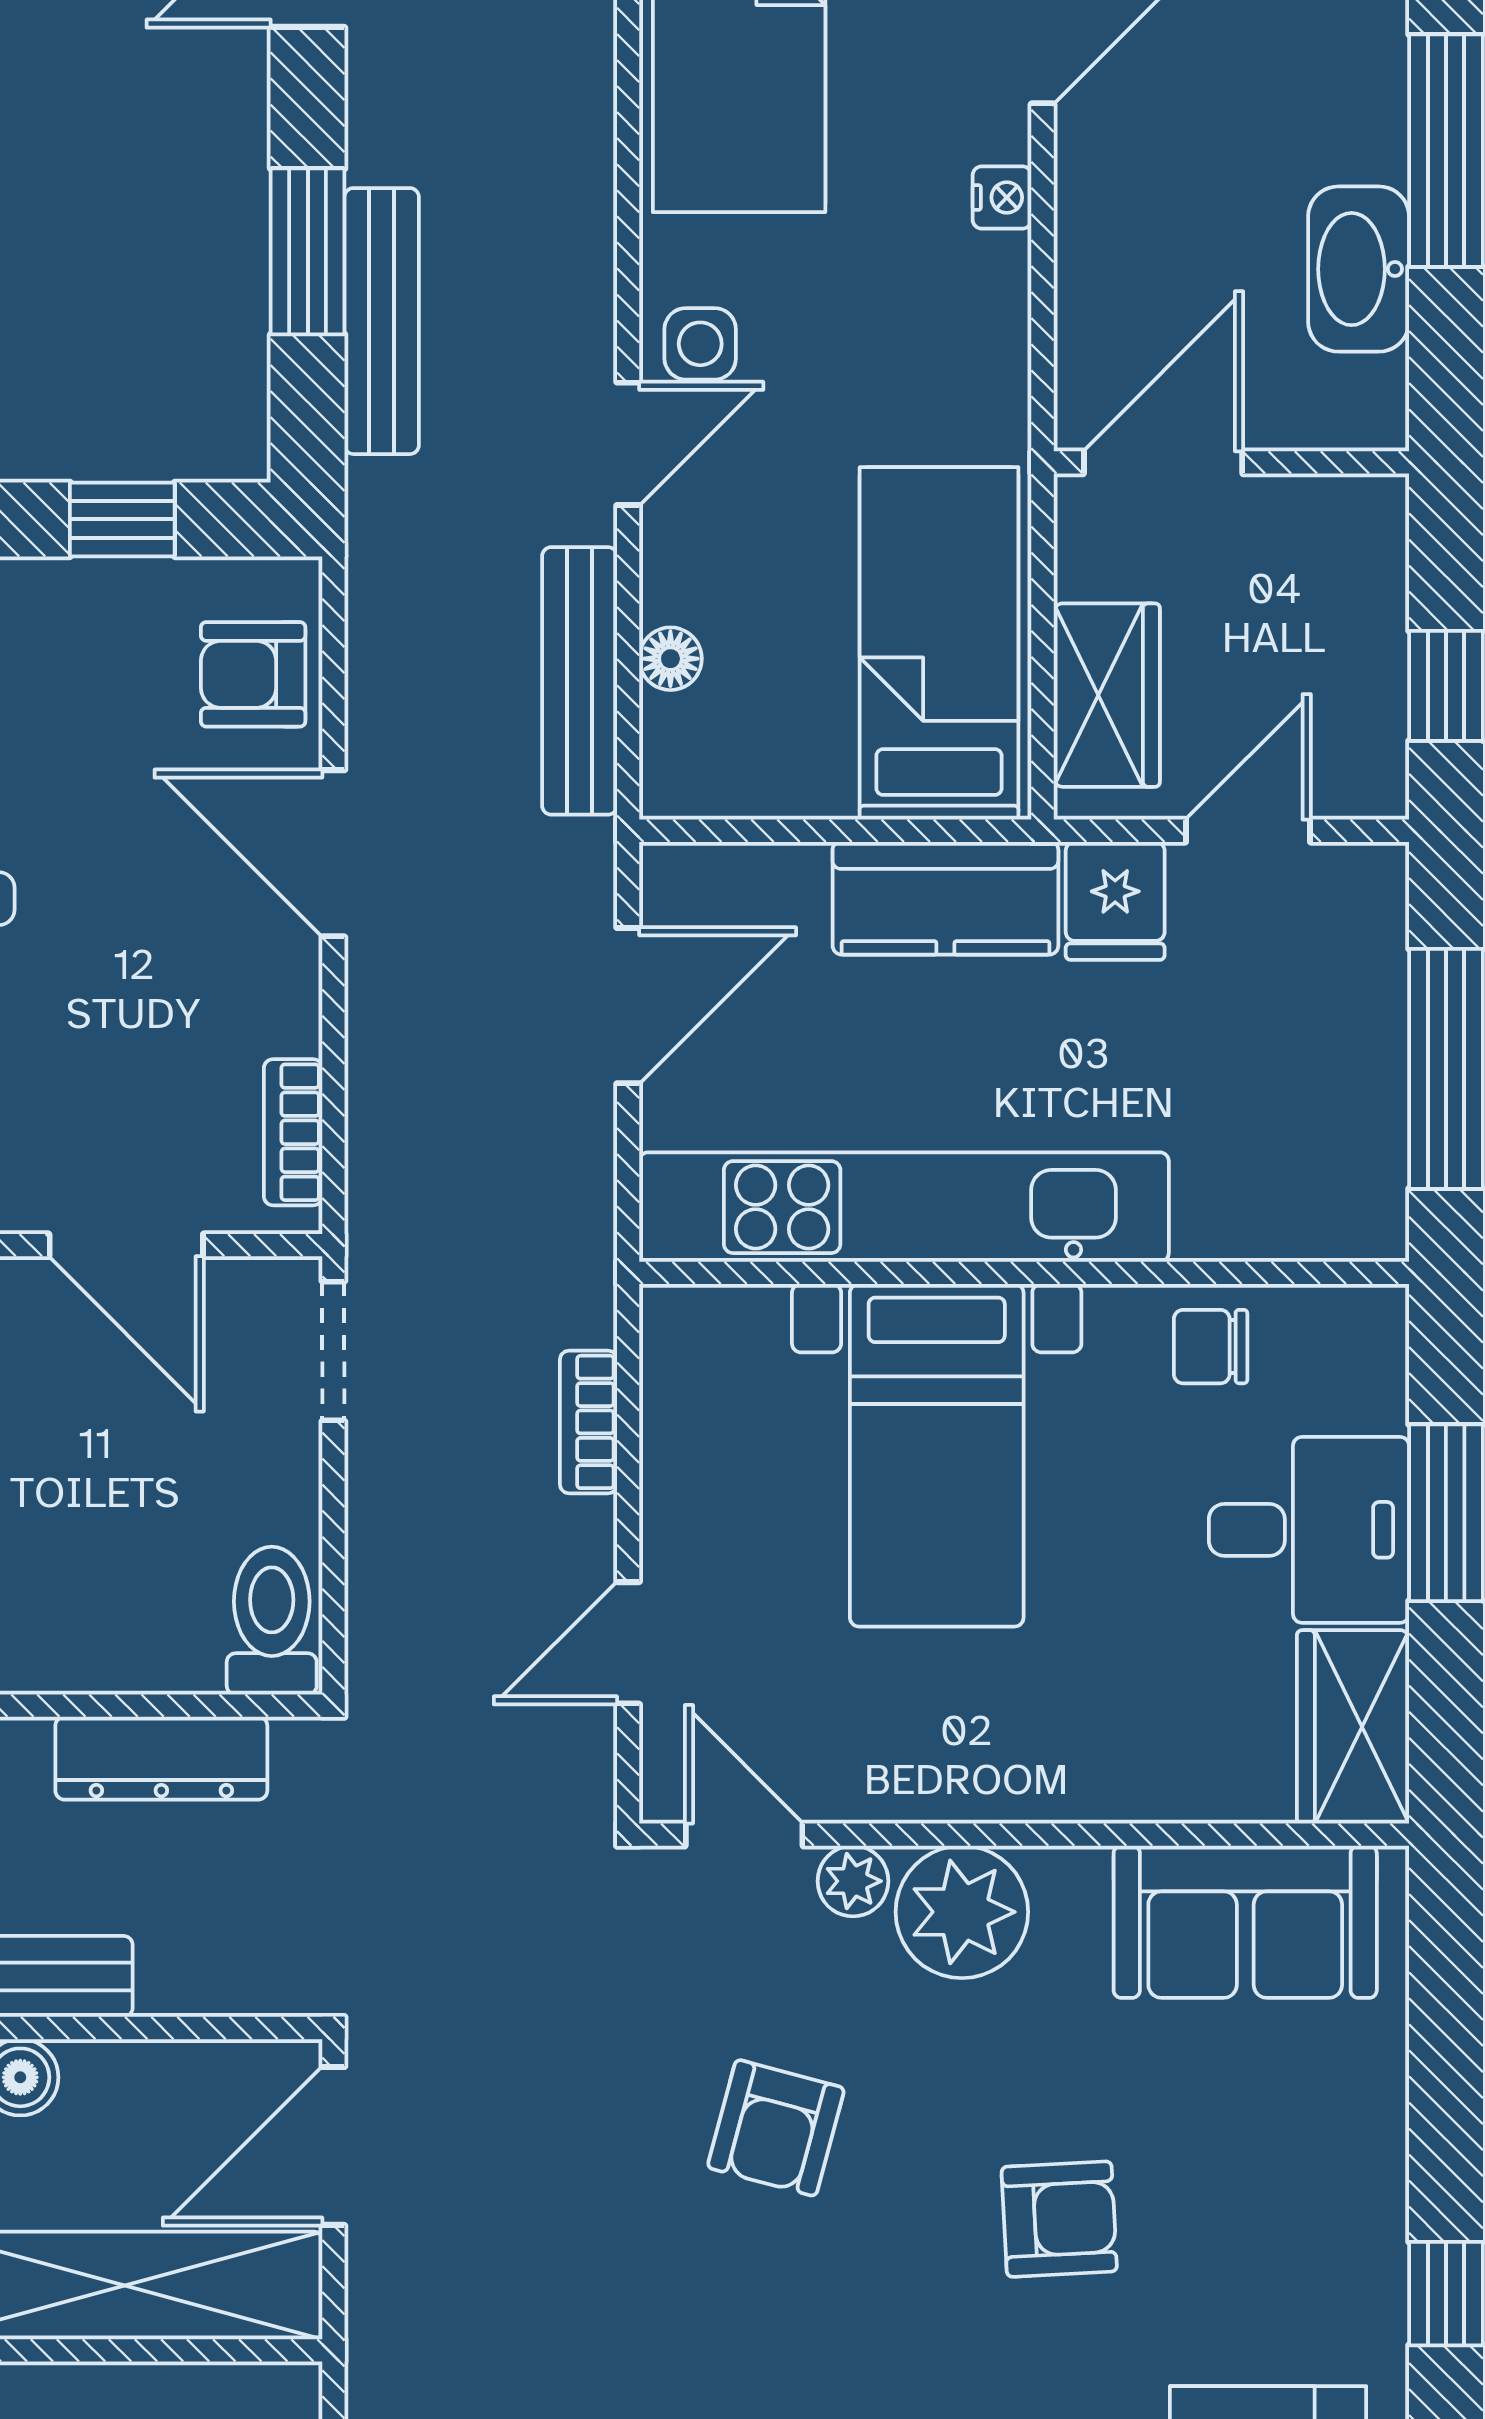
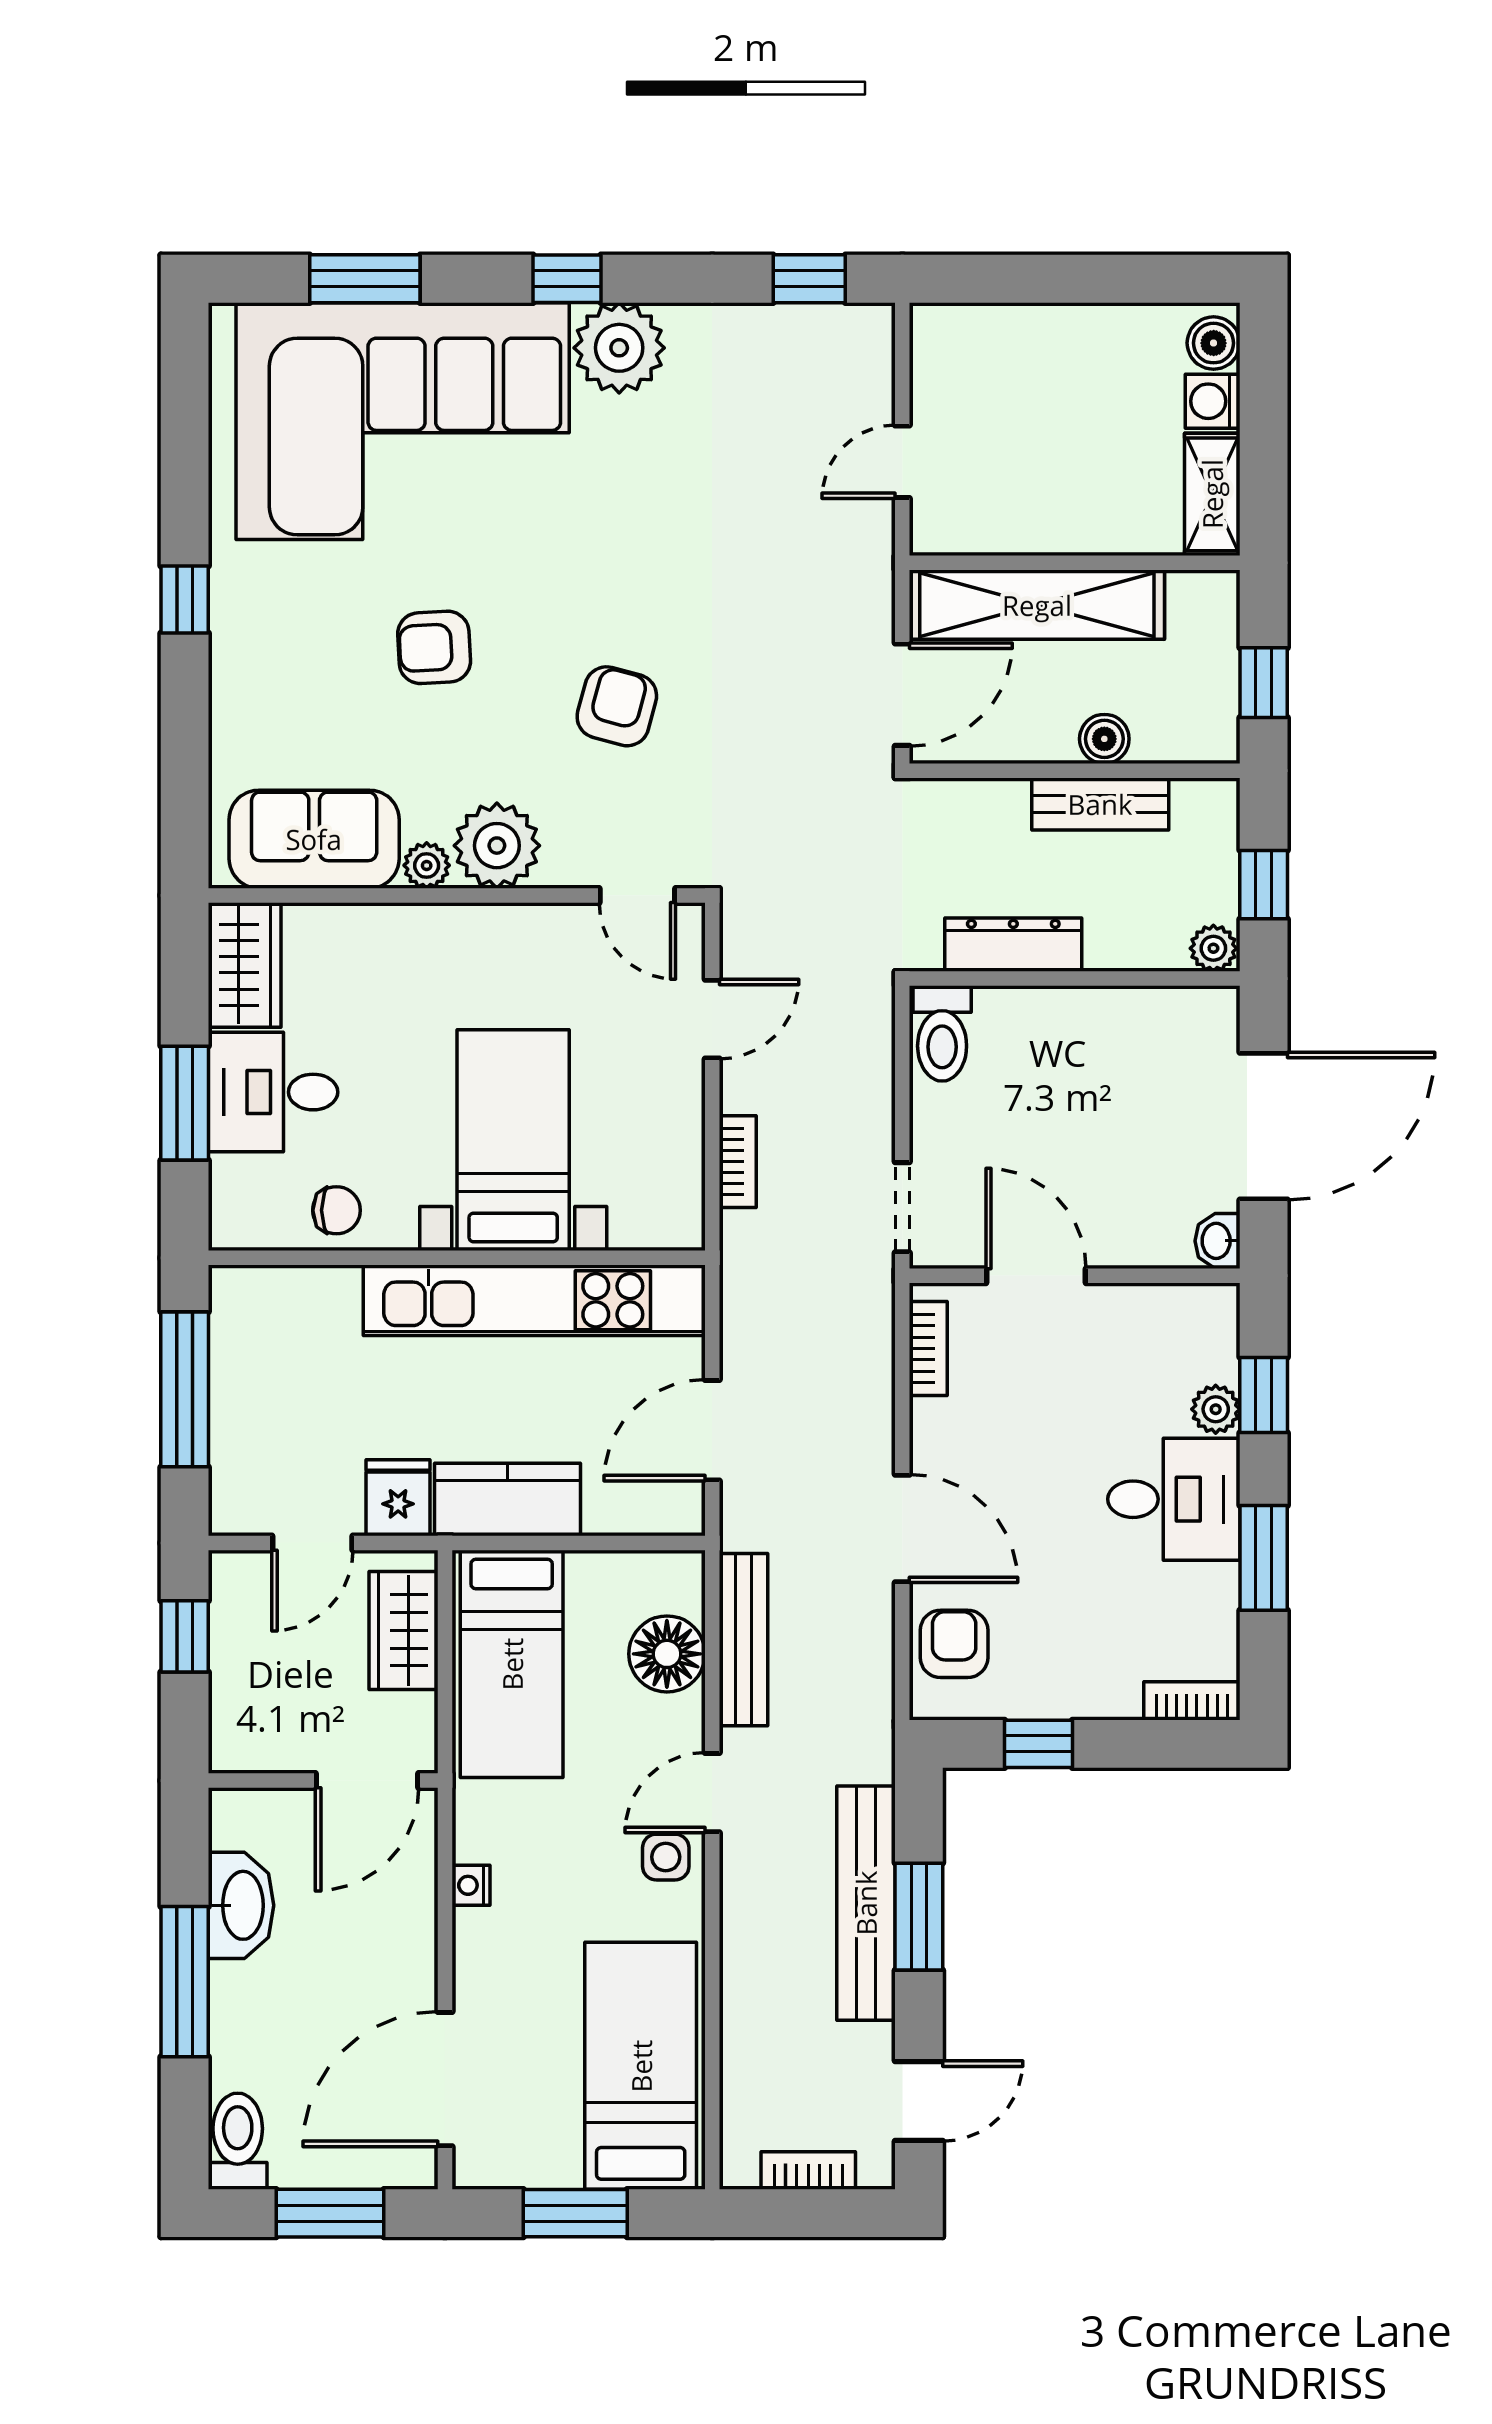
nightstand: (1002, 197) -> (471, 1885), moved
bench: (382, 321) -> (866, 1903), width x1.37, depth x1.21
floor lamp: (670, 659) -> (667, 1654), width x1.89, depth x1.89
armchair: (253, 674) -> (954, 1644), turned -90
plant: (853, 1881) -> (427, 865), moved

